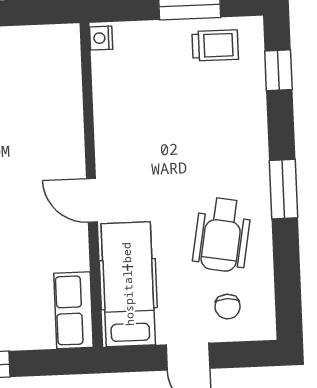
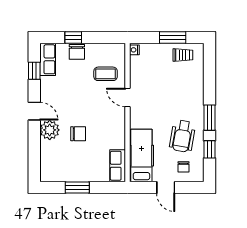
window: (278, 70) -> (209, 149), moved
coffee table: (36, 97) -> (106, 74), added
door: (92, 200) -> (127, 97), moved

